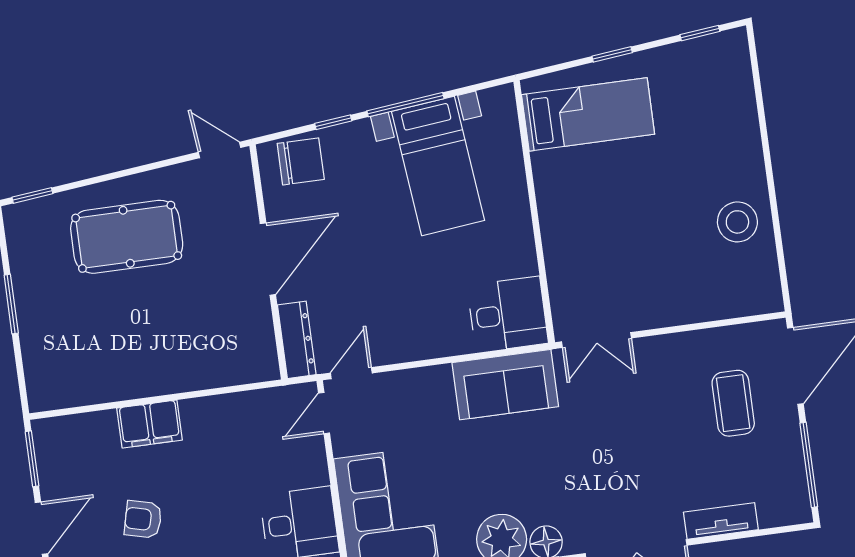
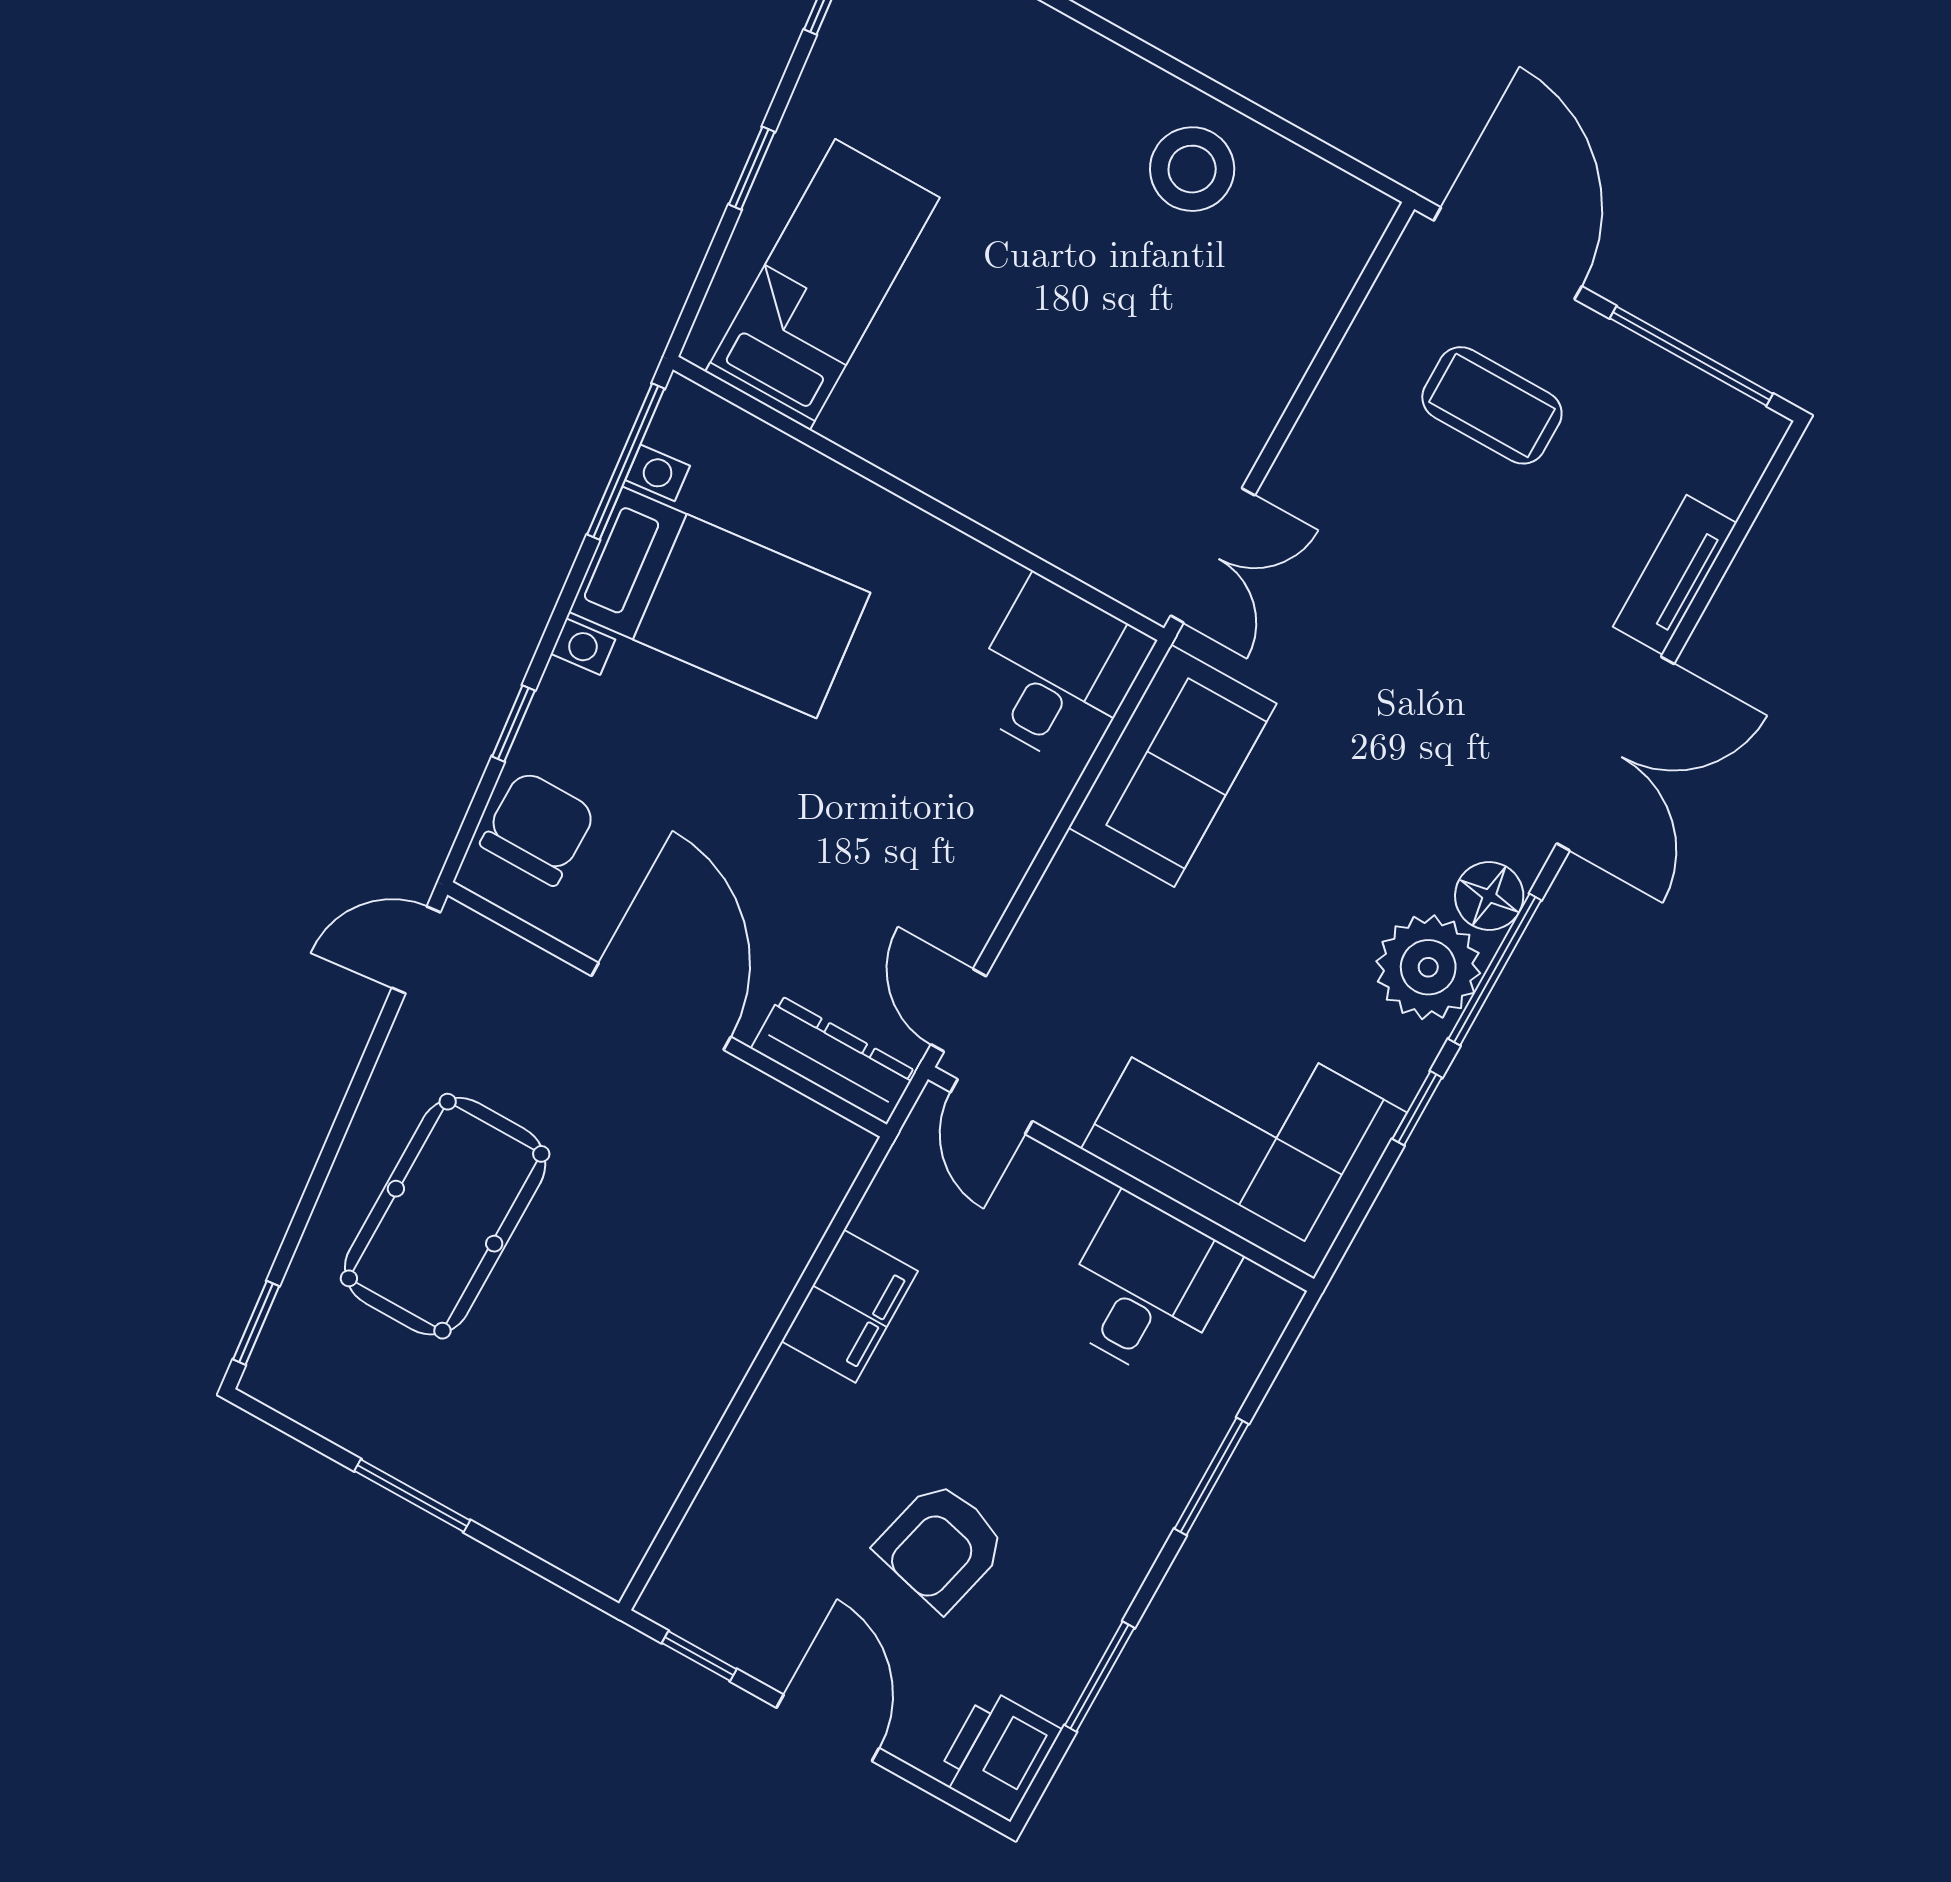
window: (405, 105) -> (626, 462), moved
filing cabinet: (150, 424) -> (850, 1306), moved
window: (32, 459) -> (699, 1656), width x0.67
armchair: (143, 519) -> (941, 1546), width x1.38, depth x1.38

